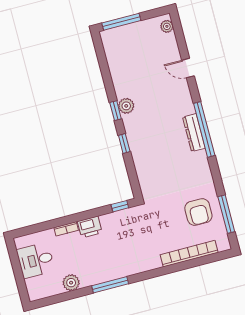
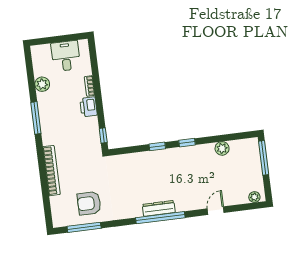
plant: (126, 106) -> (222, 148), moved
bookcase: (189, 254) -> (51, 171), moved

